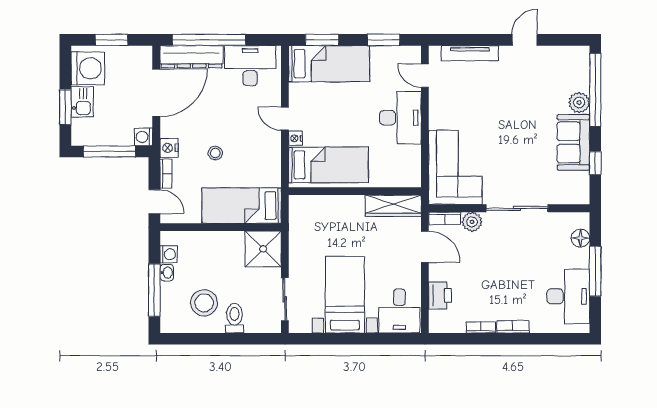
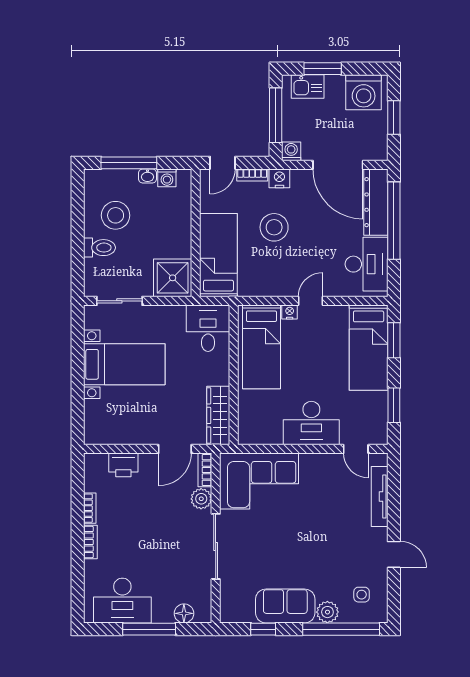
side table: (563, 70) -> (362, 595), added
door: (425, 76) -> (356, 449), swing flipped
kitchen sink: (82, 102) -> (308, 87), moved
stool: (215, 153) -> (274, 227), width x1.89, depth x1.89
desk: (399, 311) -> (208, 328), moved, turned 90

